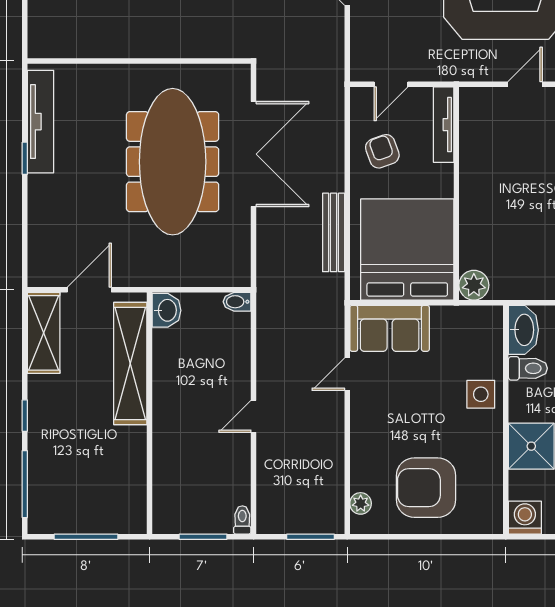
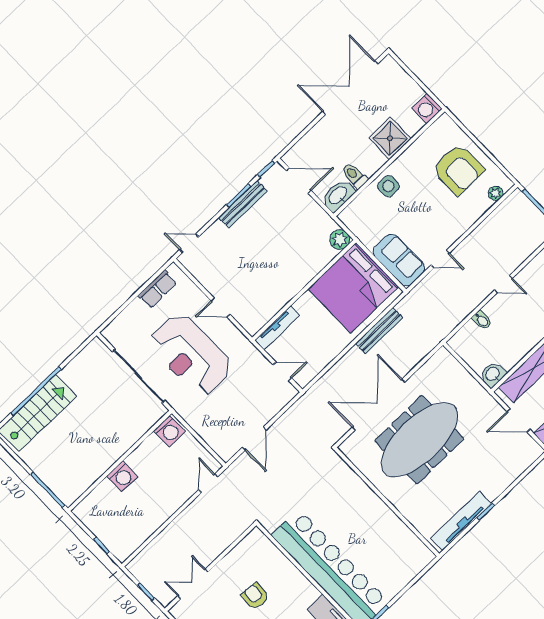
armchair: (382, 151) -> (318, 345), removed
bidet: (237, 302) -> (482, 320), moved

